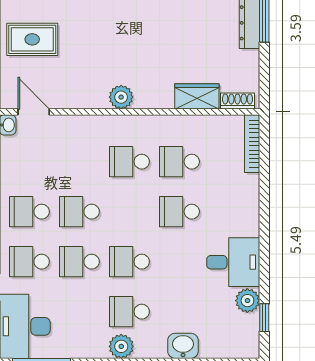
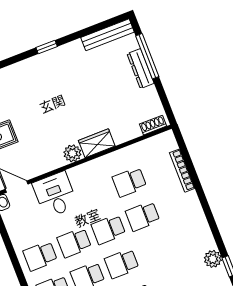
wardrobe: (197, 96) -> (97, 143), moved
bookcase: (252, 144) -> (182, 171), moved
school desk: (129, 162) -> (108, 229), moved
desk: (233, 262) -> (55, 195), moved, turned -90

